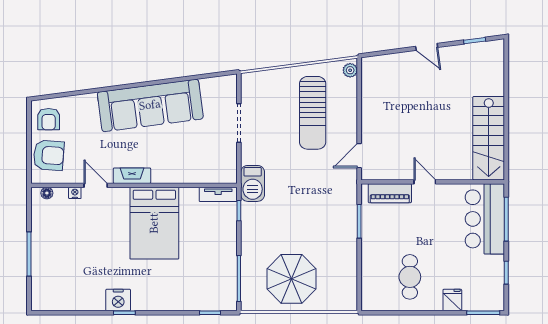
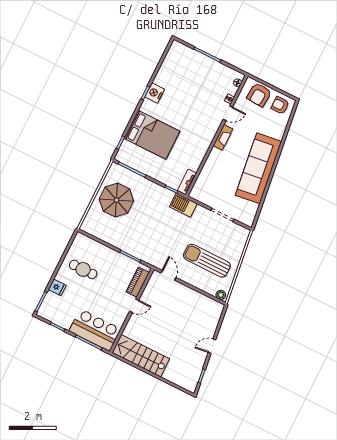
bed: (154, 223) -> (152, 135), moved, turned 180

